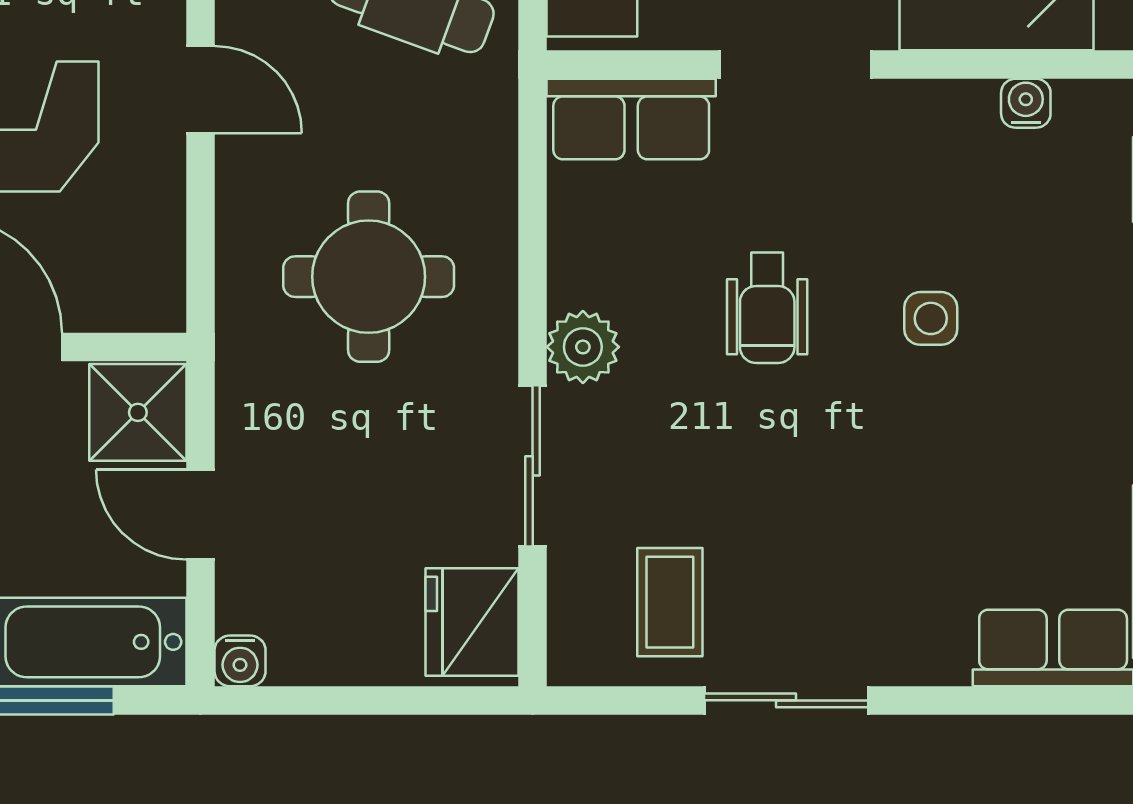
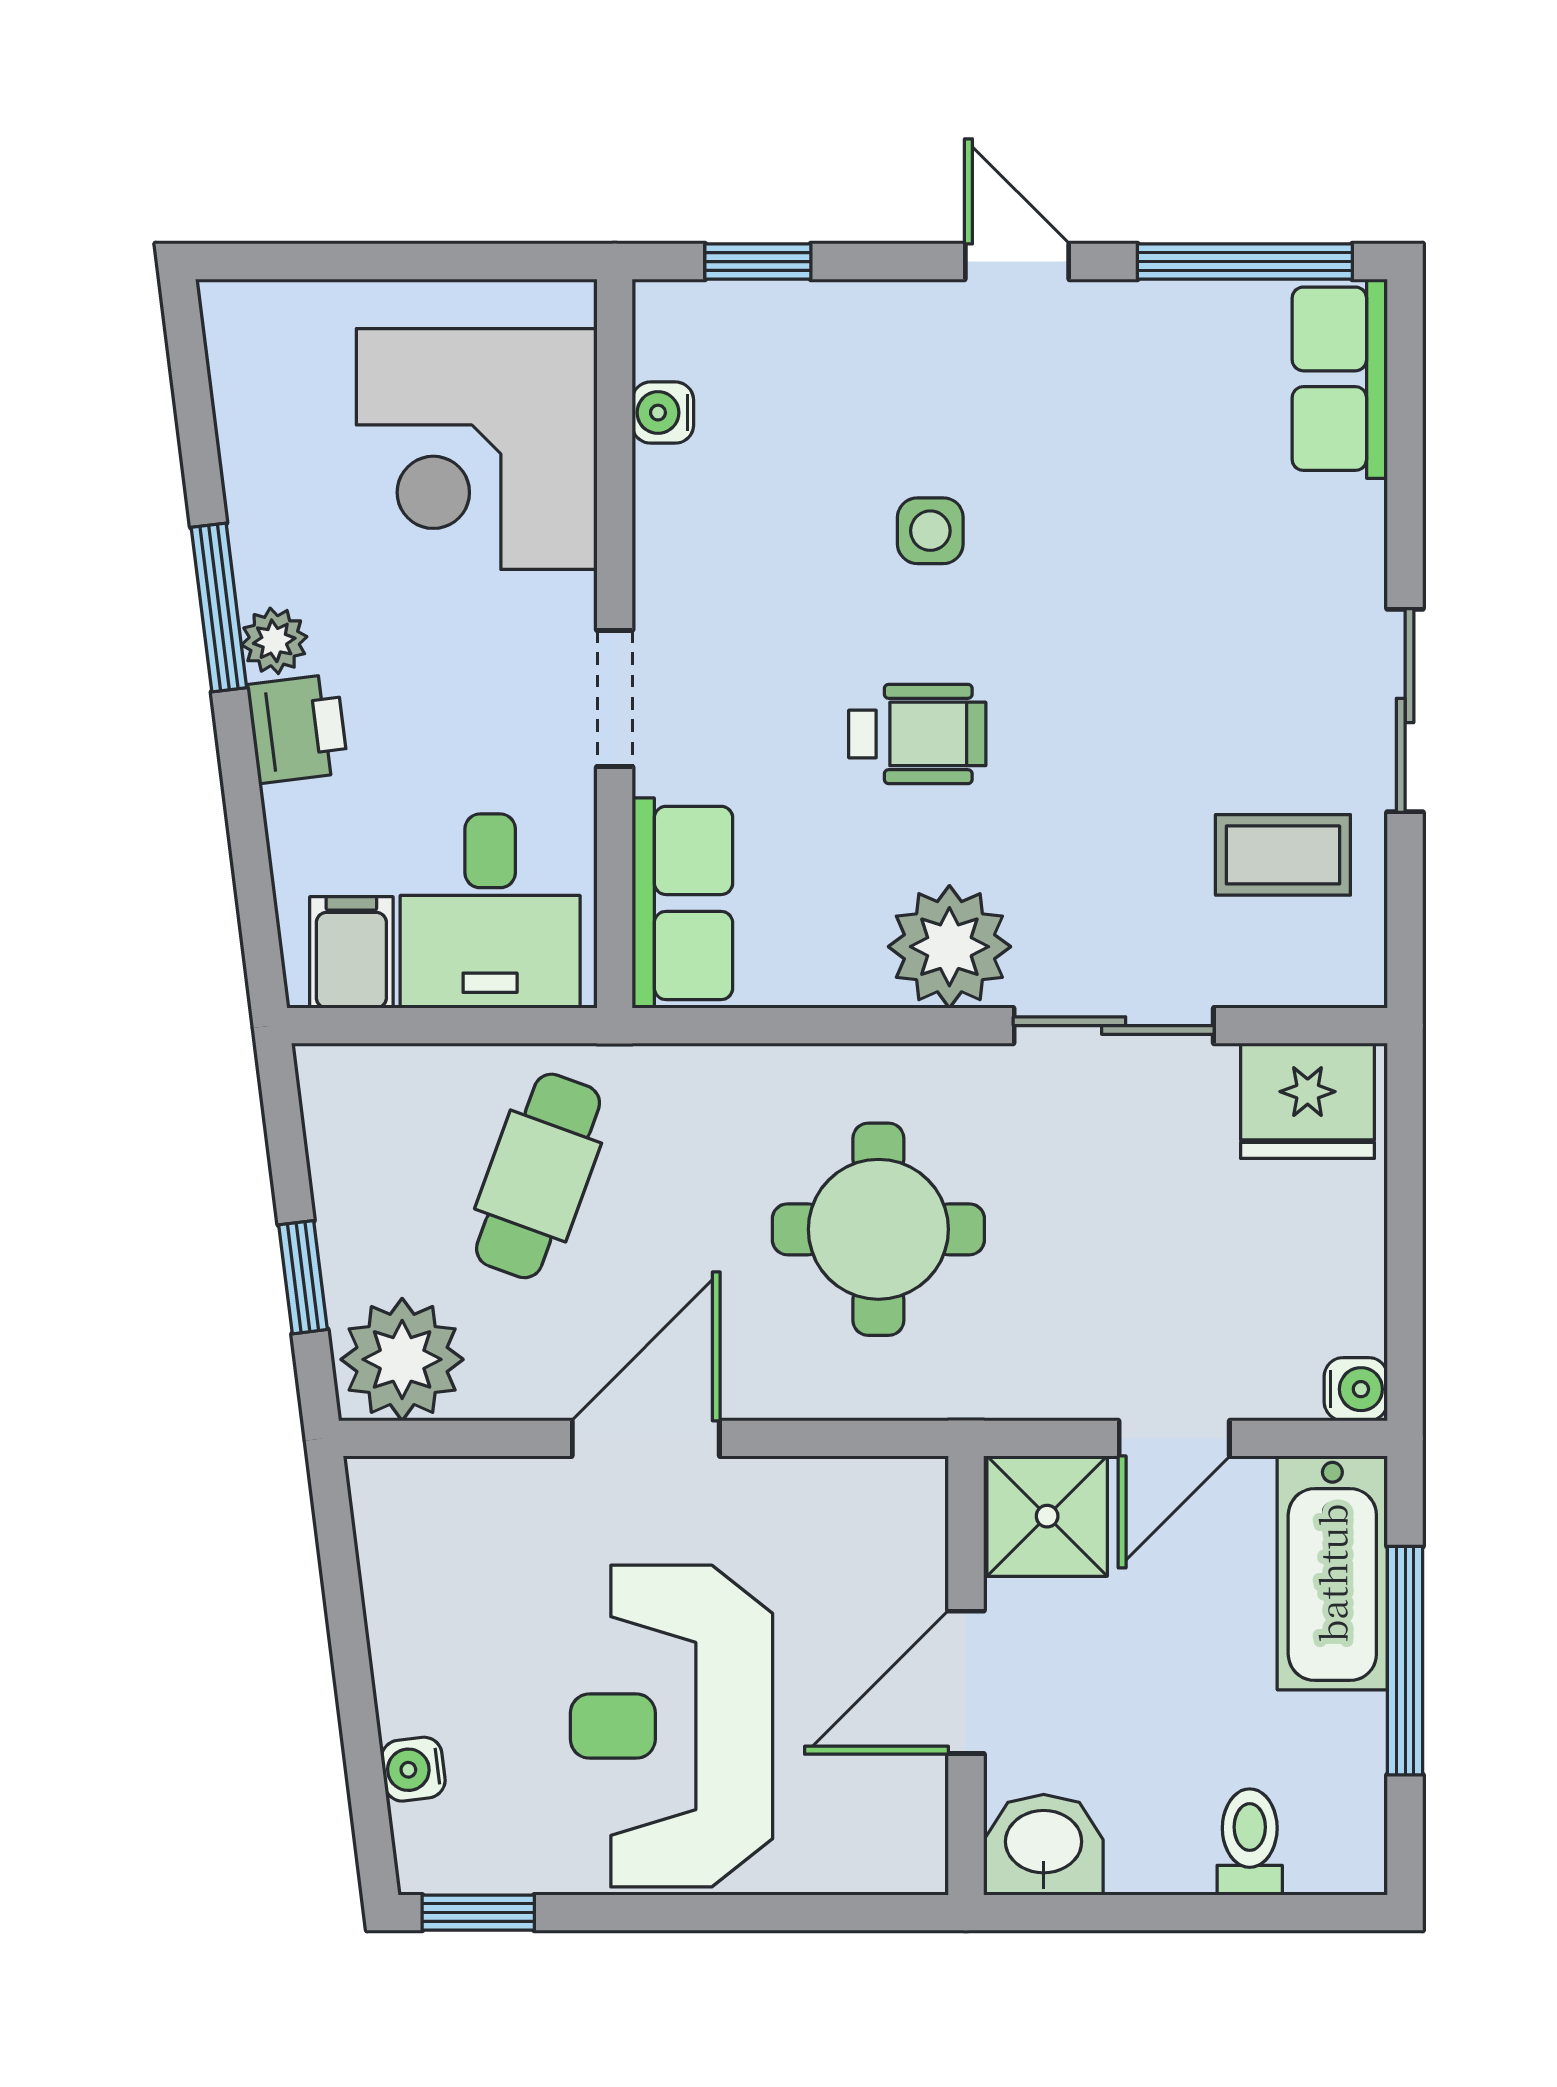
doorway: (796, 64) -> (615, 699), width x0.73
door: (200, 89) -> (646, 1438), width x1.38
plant: (583, 347) -> (949, 947), width x1.36, depth x1.36

